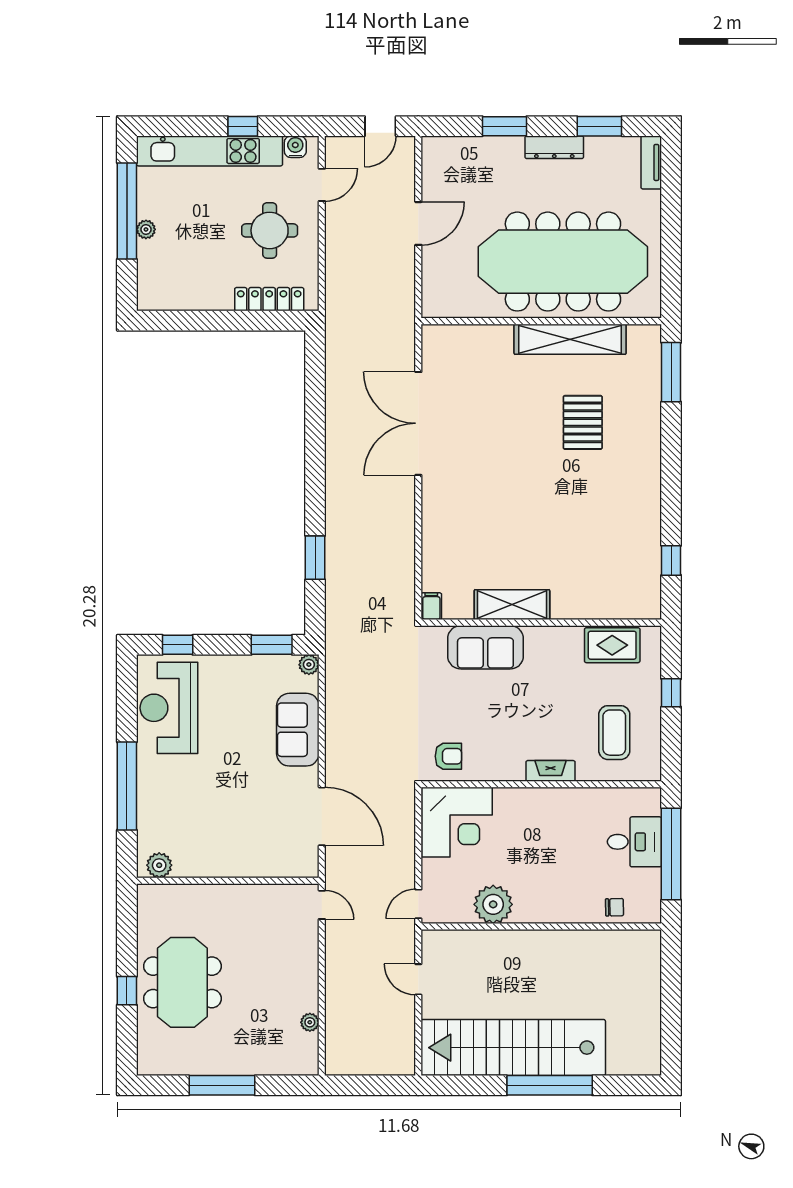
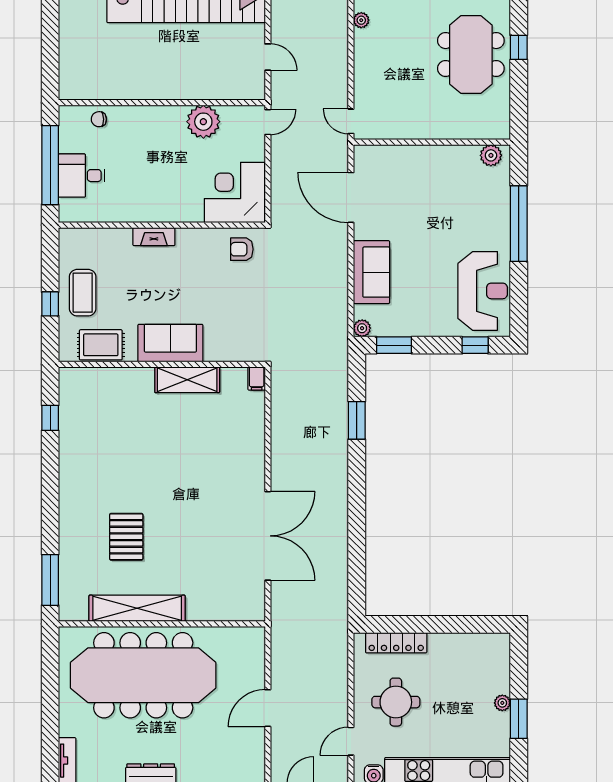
window: (127, 211) -> (519, 719), width x0.47
sofa: (485, 647) -> (170, 343), moved
coffee table: (614, 733) -> (83, 293), moved

